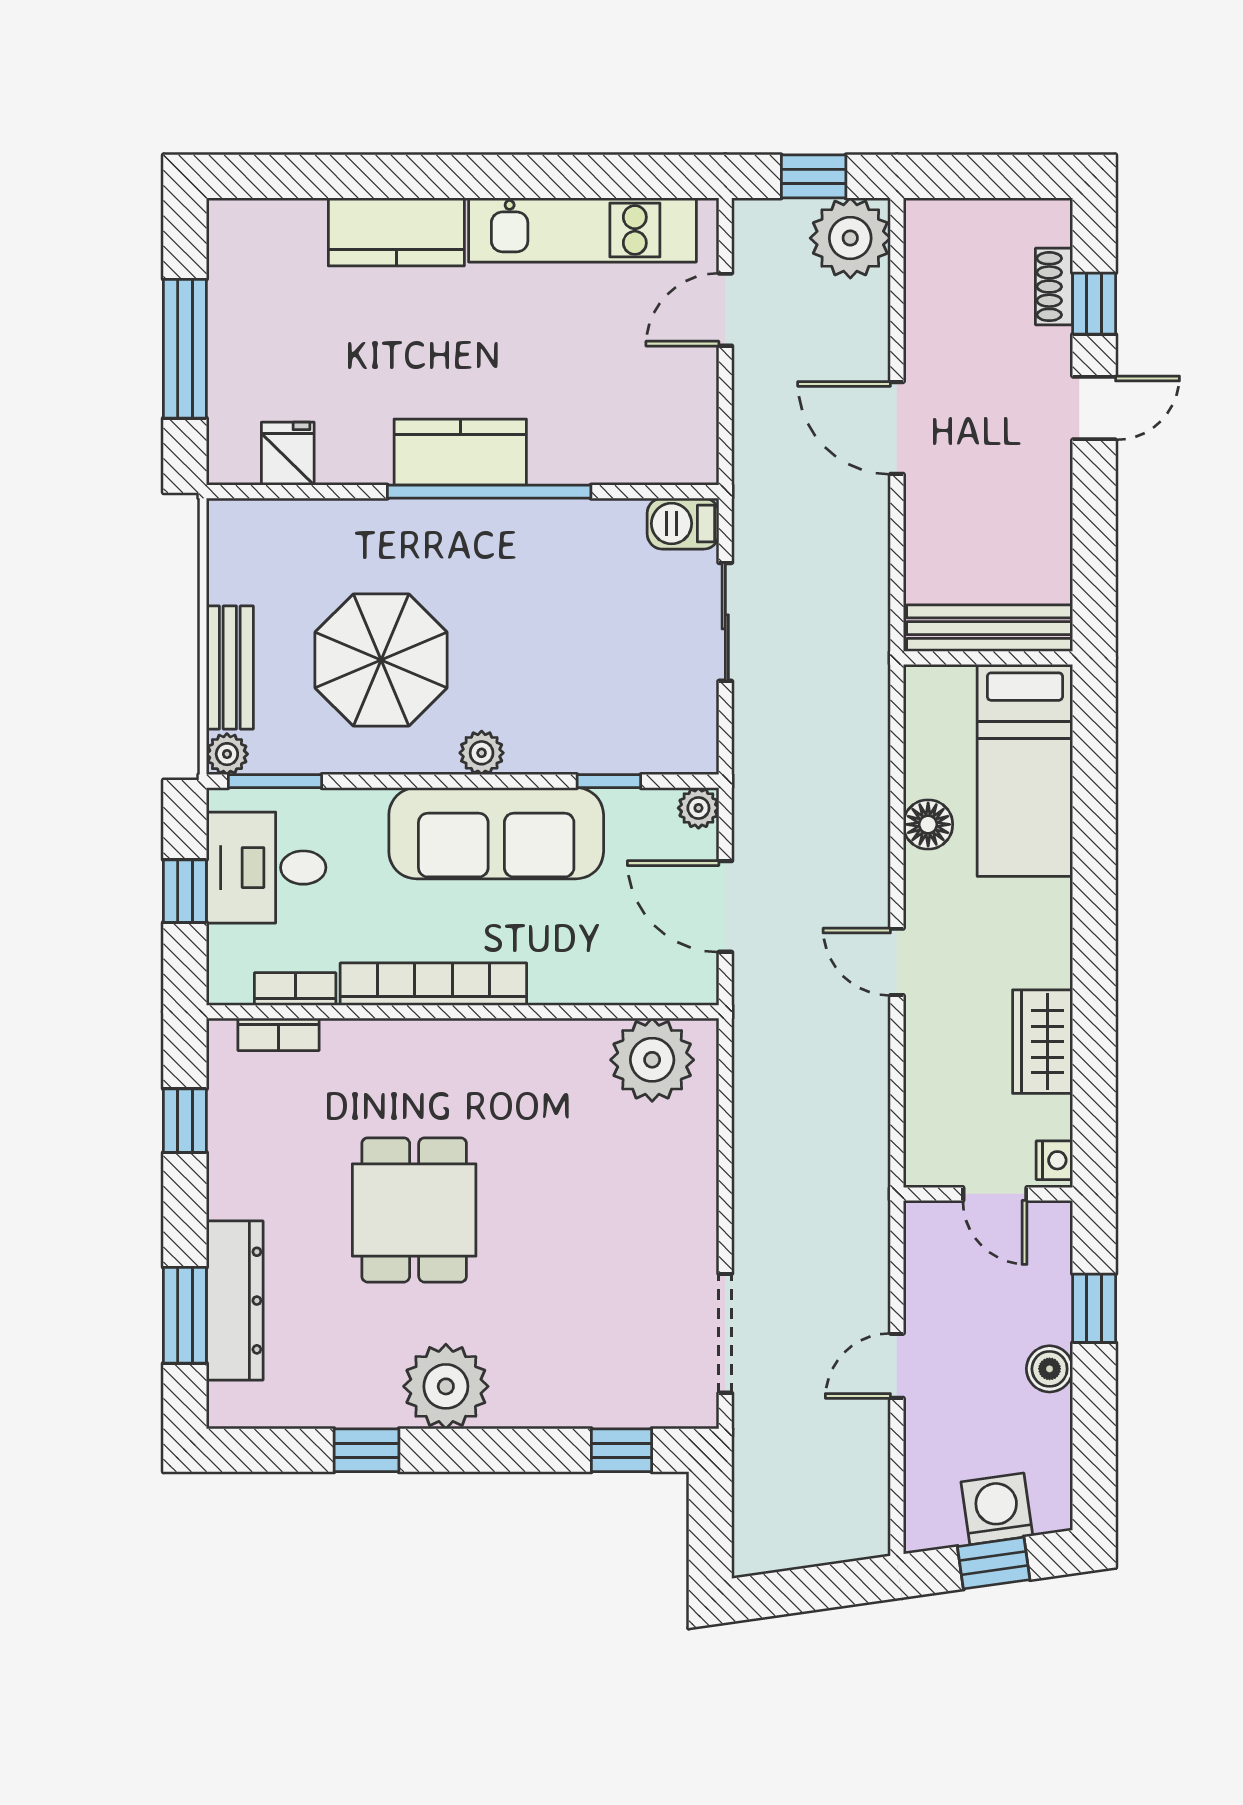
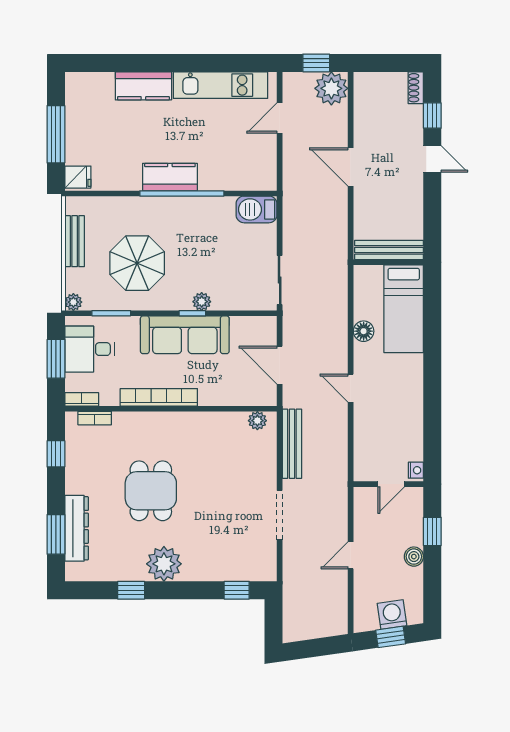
shoe rack: (1054, 287) -> (416, 88), moved
door: (1094, 408) -> (432, 159), hinge flipped
fridge: (288, 454) -> (78, 177), moved, turned 90
barbecue: (683, 524) -> (257, 209), width x1.38, depth x1.27
sliding door: (725, 622) -> (280, 280), moved
bench: (230, 668) -> (75, 241), moved
plant: (482, 753) -> (202, 302), moved
window: (275, 781) -> (111, 313), moved
window: (609, 781) -> (192, 313), moved
plant: (698, 808) -> (269, 324), removed
window: (185, 891) -> (56, 359), width x1.50
bookcase: (295, 989) -> (82, 399), moved
wardrobe: (1043, 1042) -> (411, 421), removed
plant: (652, 1060) -> (257, 421), width x0.53, depth x0.53
bench: (755, 1096) -> (292, 444), added
door: (995, 1194) -> (391, 484), hinge flipped
doorway: (725, 1333) -> (280, 515), moved

